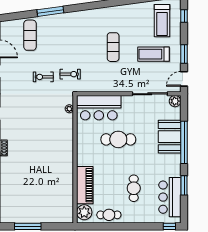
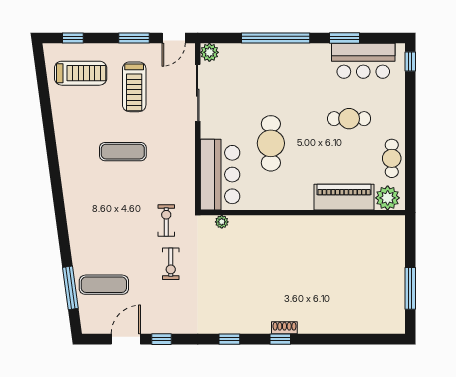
window: (50, 11) -> (70, 288), moved
door: (184, 79) -> (174, 38), hinge flipped
booth: (170, 137) -> (266, 61), removed

